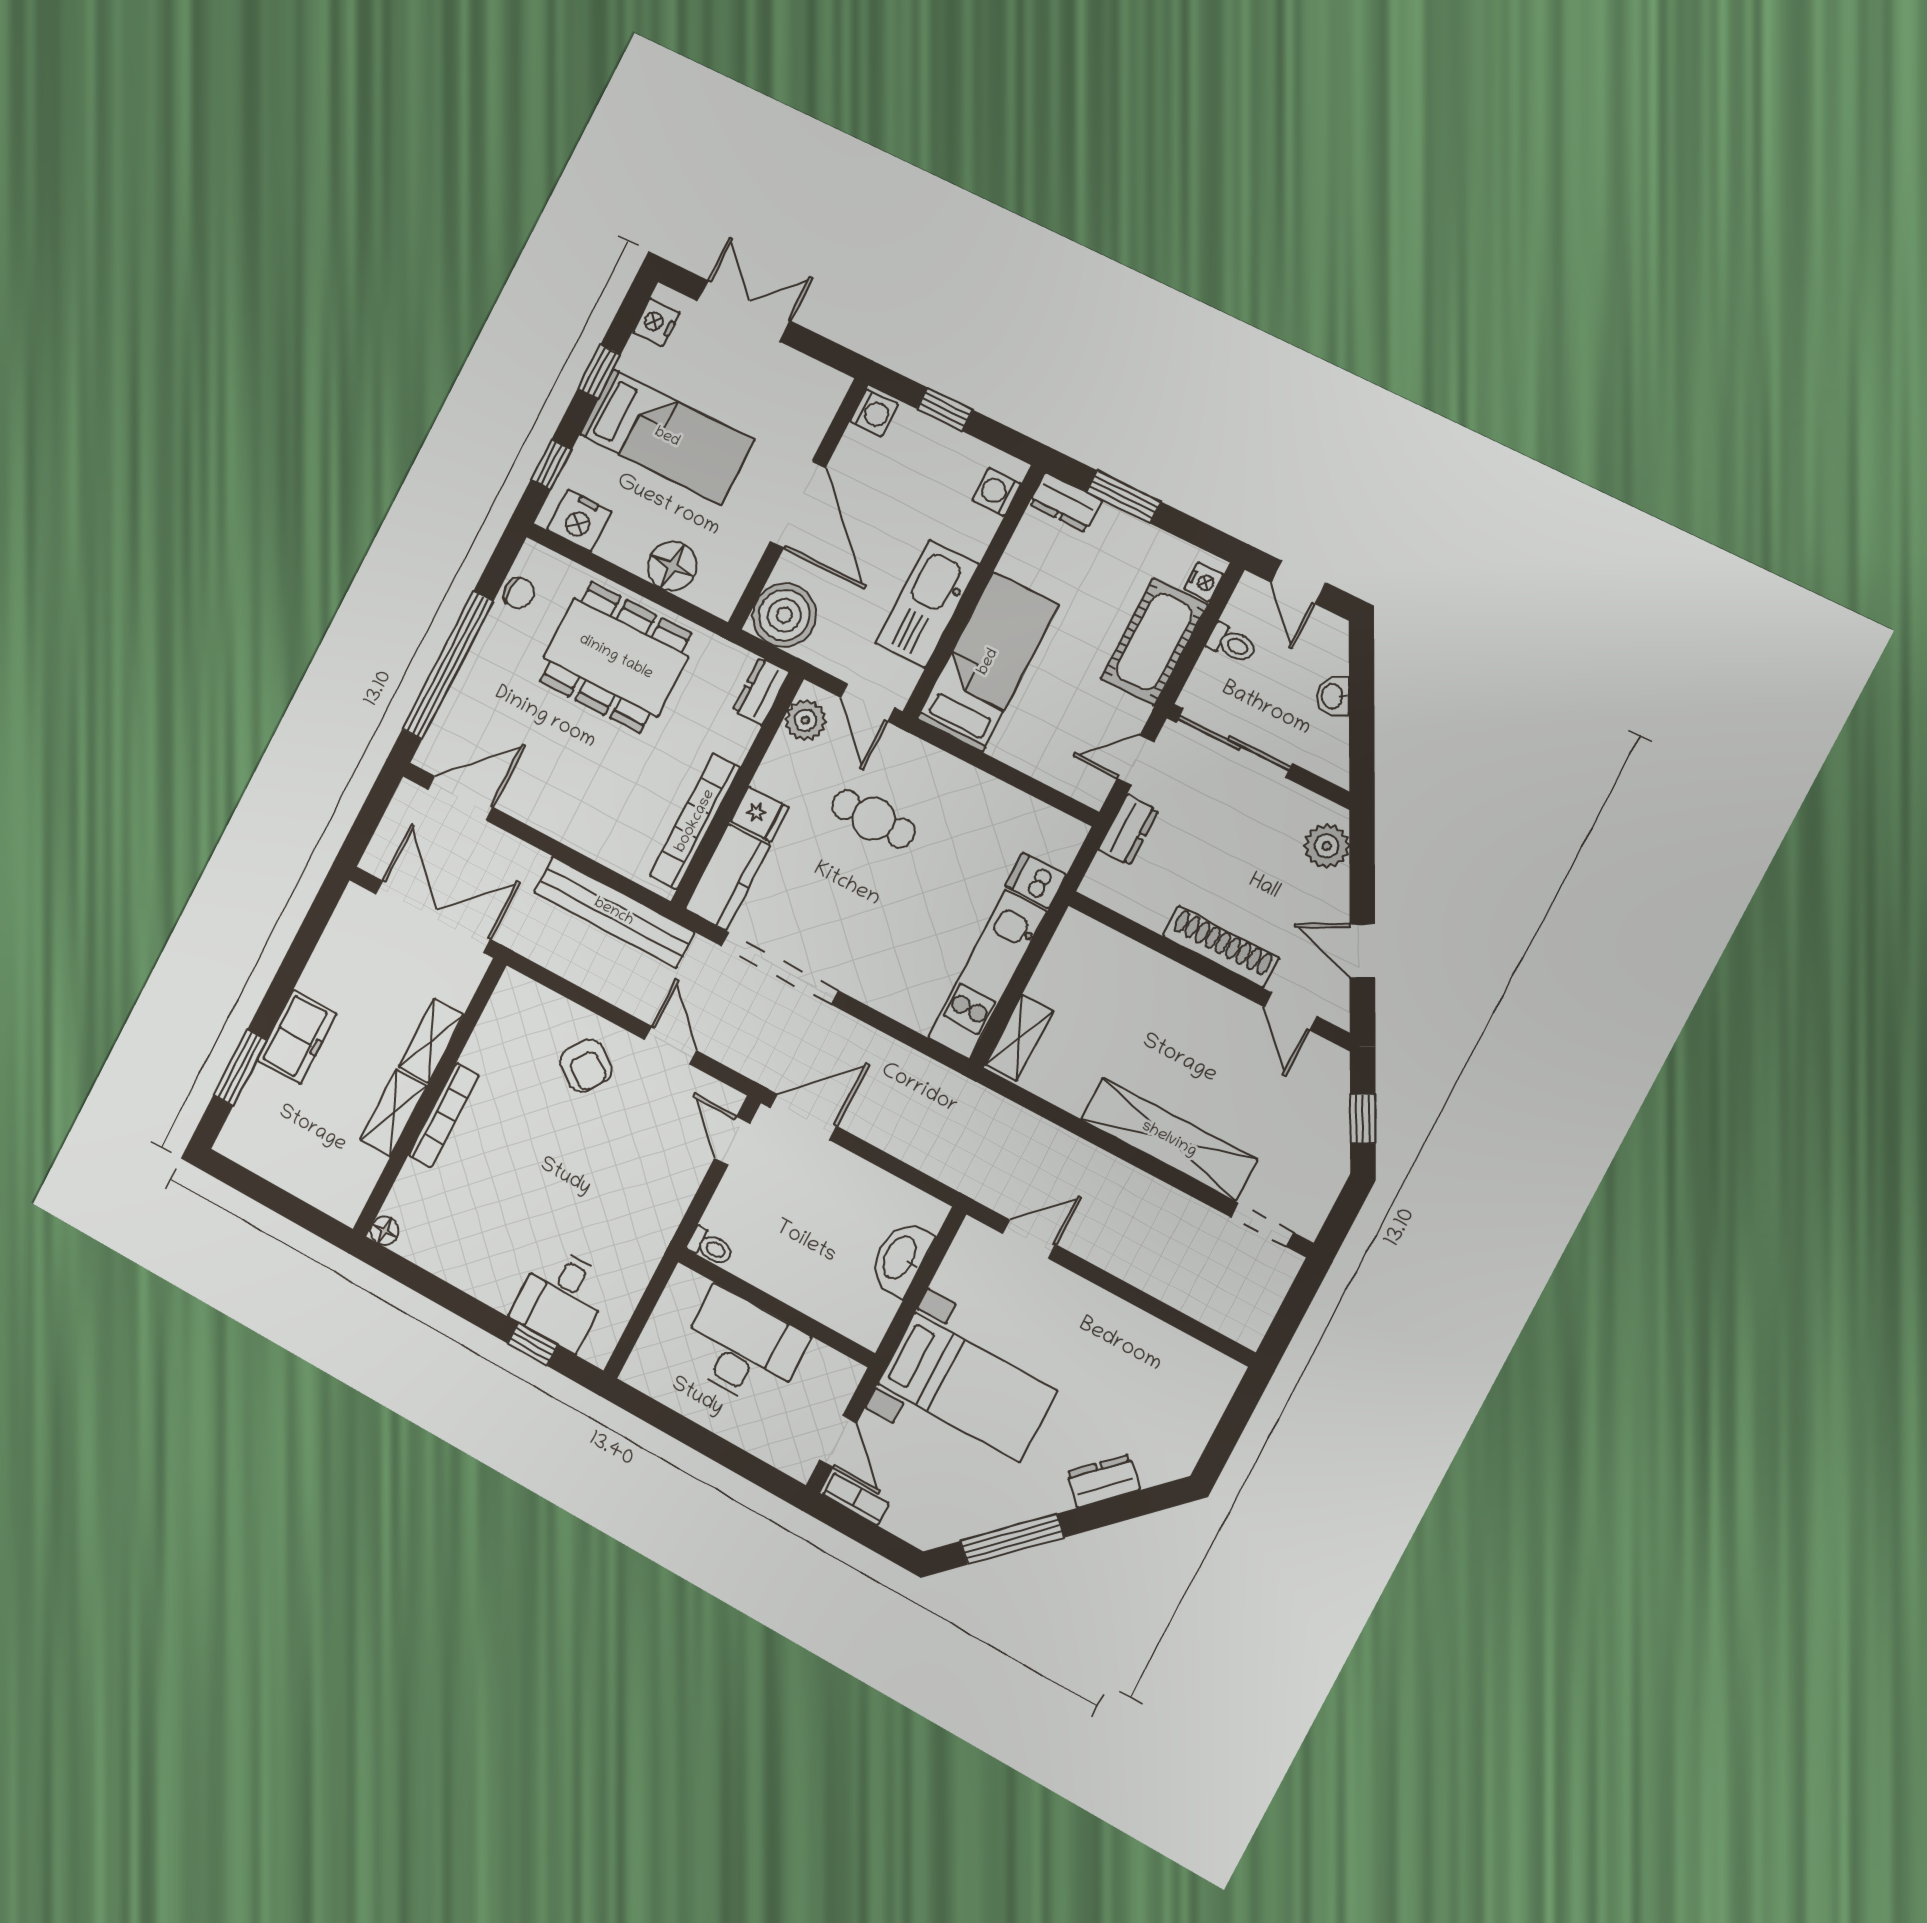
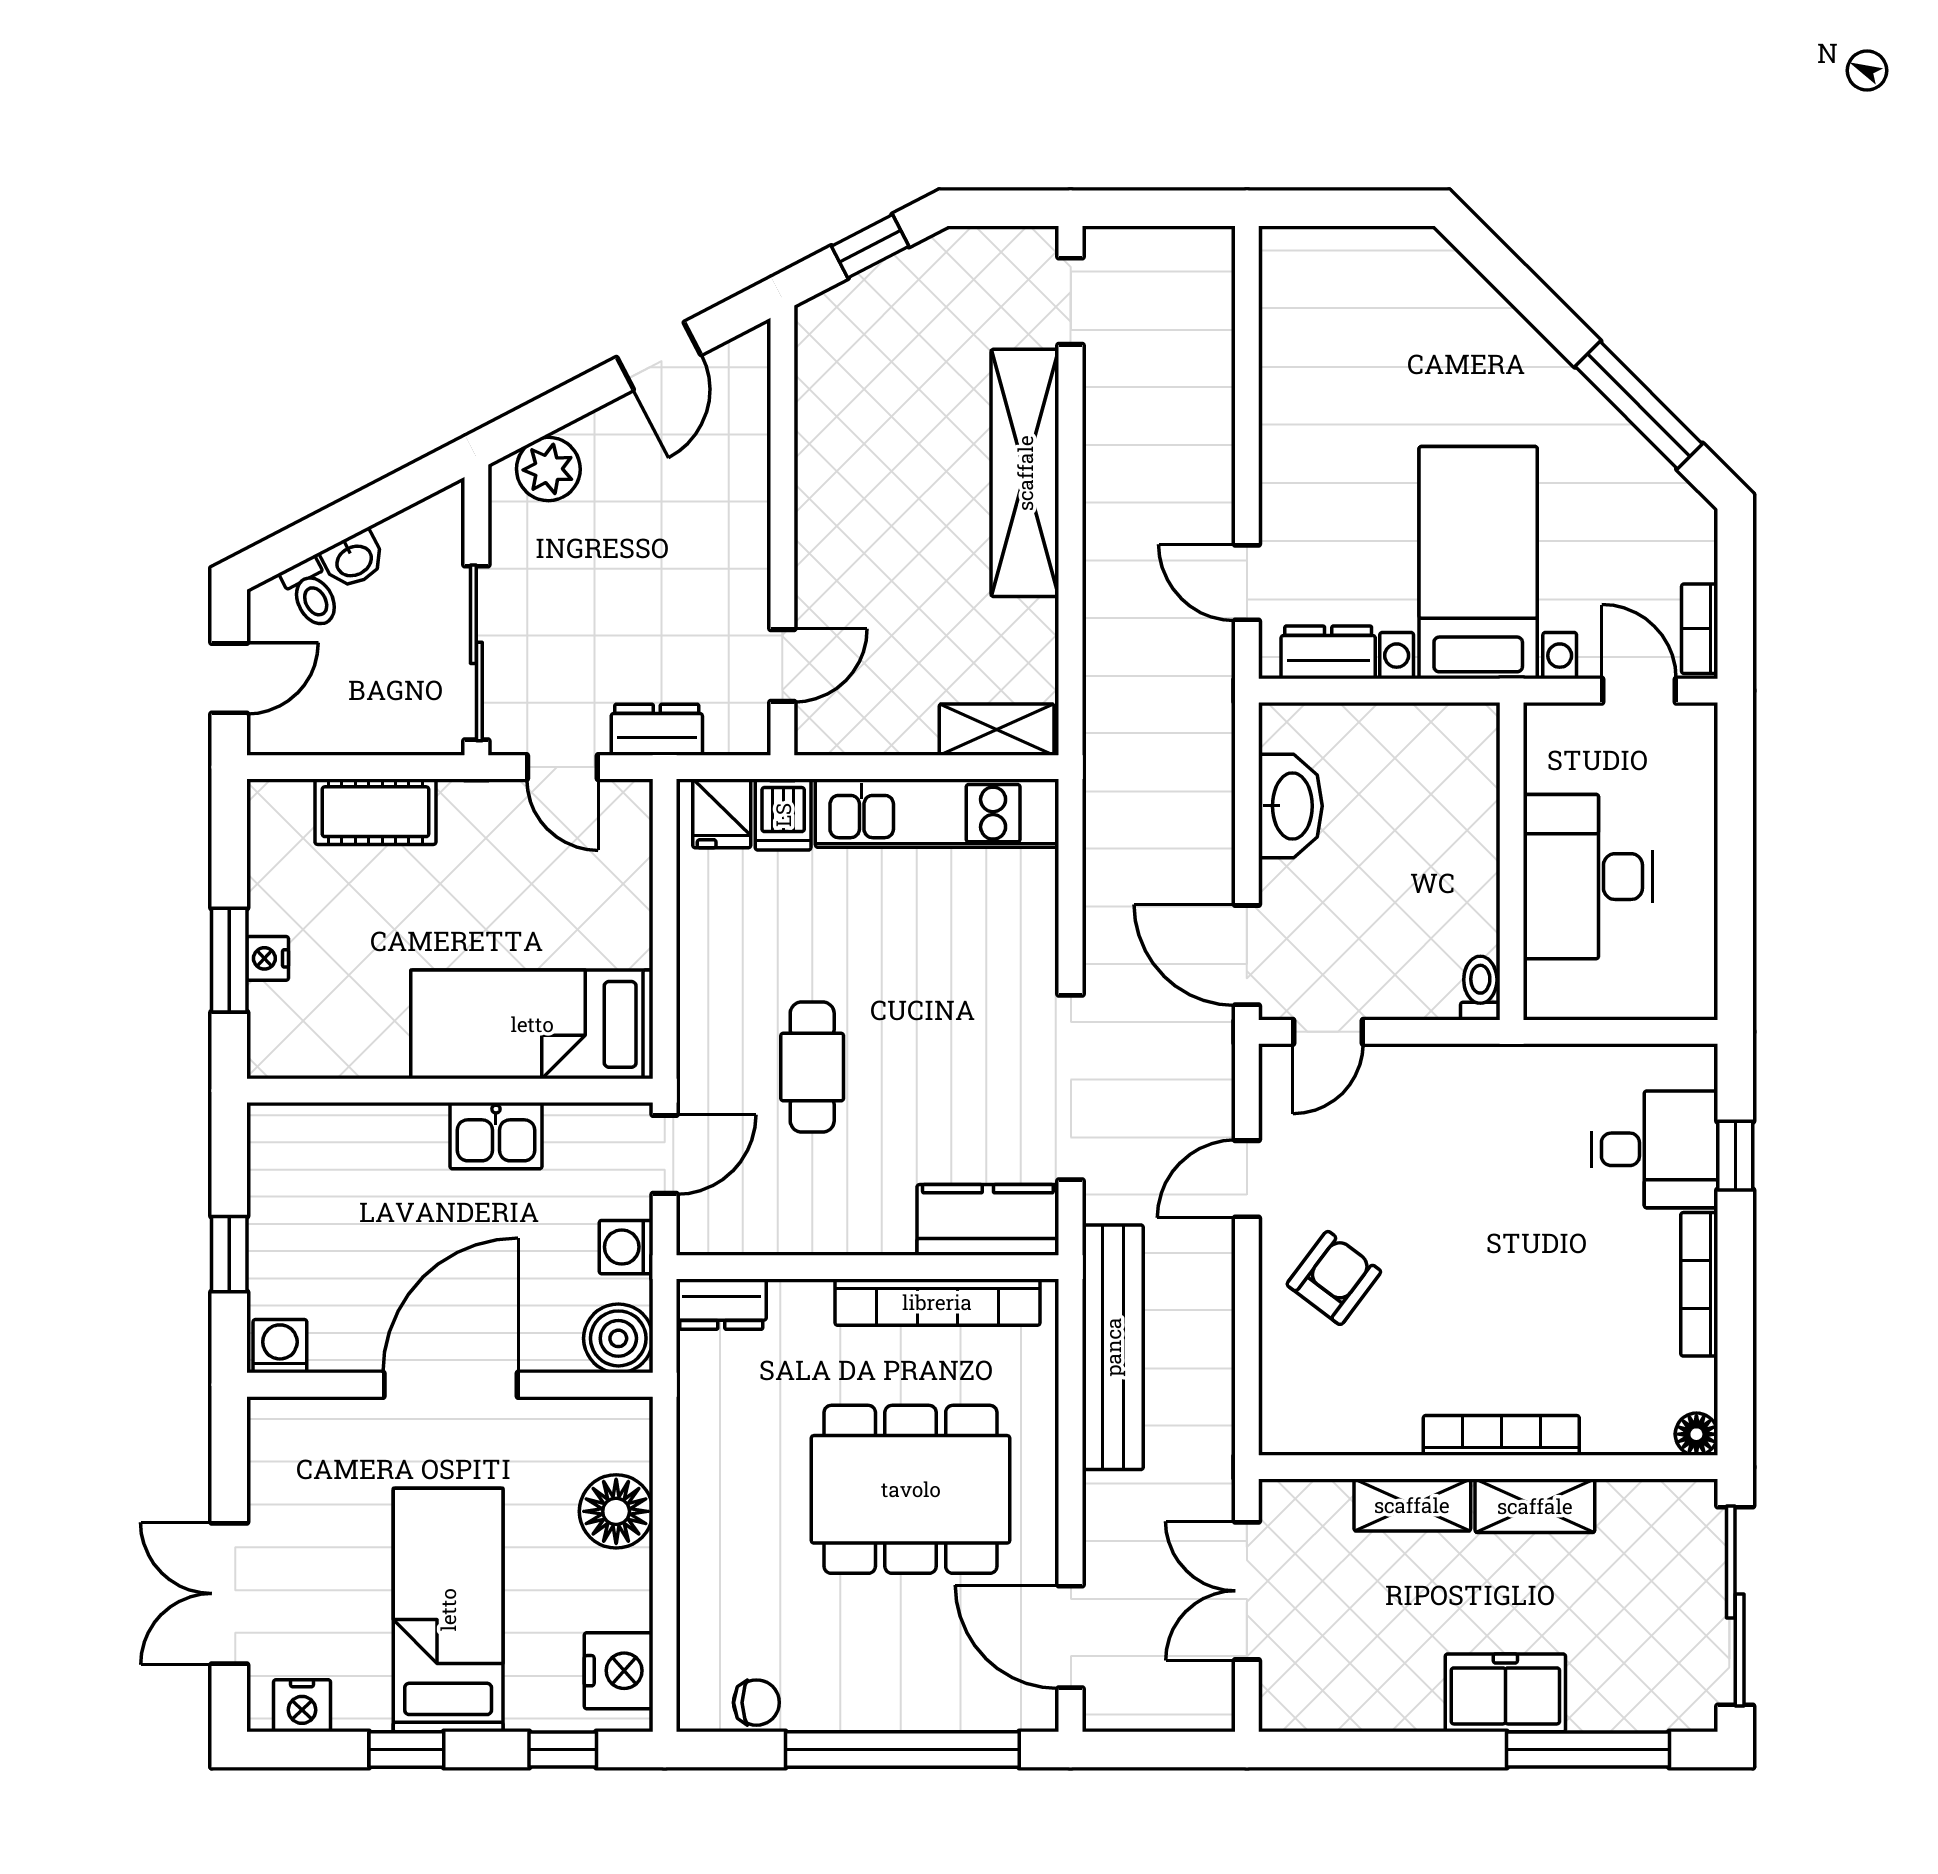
washing machine: (997, 492) -> (626, 1247), moved, turned 90
dresser: (1065, 502) -> (273, 1032), removed
nightstand: (1204, 582) -> (268, 958), moved, turned -90
chair: (519, 593) -> (756, 1703), turned 90
kitchen sink: (927, 604) -> (496, 1136), width x0.53, depth x0.81
boiler: (784, 615) -> (618, 1338), width x0.73, depth x0.73
cot: (1154, 642) -> (375, 812), width x0.73, depth x0.75
toilet: (1232, 644) -> (311, 593), moved, turned 153
dining table: (616, 657) -> (911, 1489), moved, turned 90
plant: (805, 720) -> (729, 1225), removed
fridge: (760, 814) -> (722, 813), moved, turned 180
double door: (433, 917) -> (1247, 1591), width x0.73
shoe rack: (1221, 947) -> (746, 535), removed
door: (1290, 1011) -> (782, 665), moved
window: (240, 1068) -> (1588, 1749), width x1.44
sliding door: (276, 1199) -> (1735, 1606), added
washbasin: (900, 1258) -> (1290, 806), moved, turned -90
bookcase: (469, 1281) -> (1699, 1284), added
door: (838, 1442) -> (1639, 691), hinge flipped
dresser: (1103, 1481) -> (1328, 652), moved, turned 135

